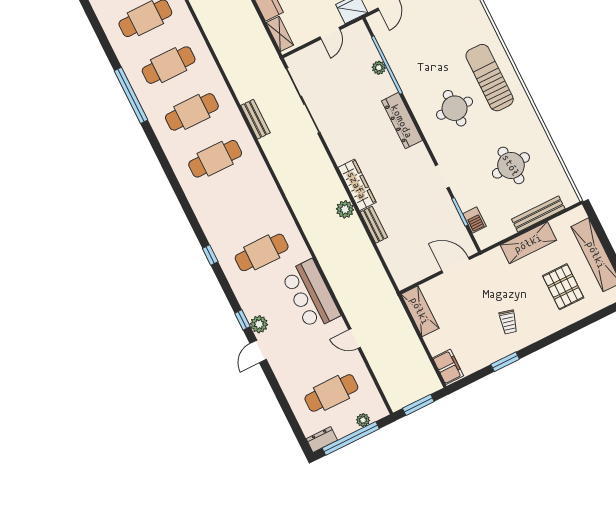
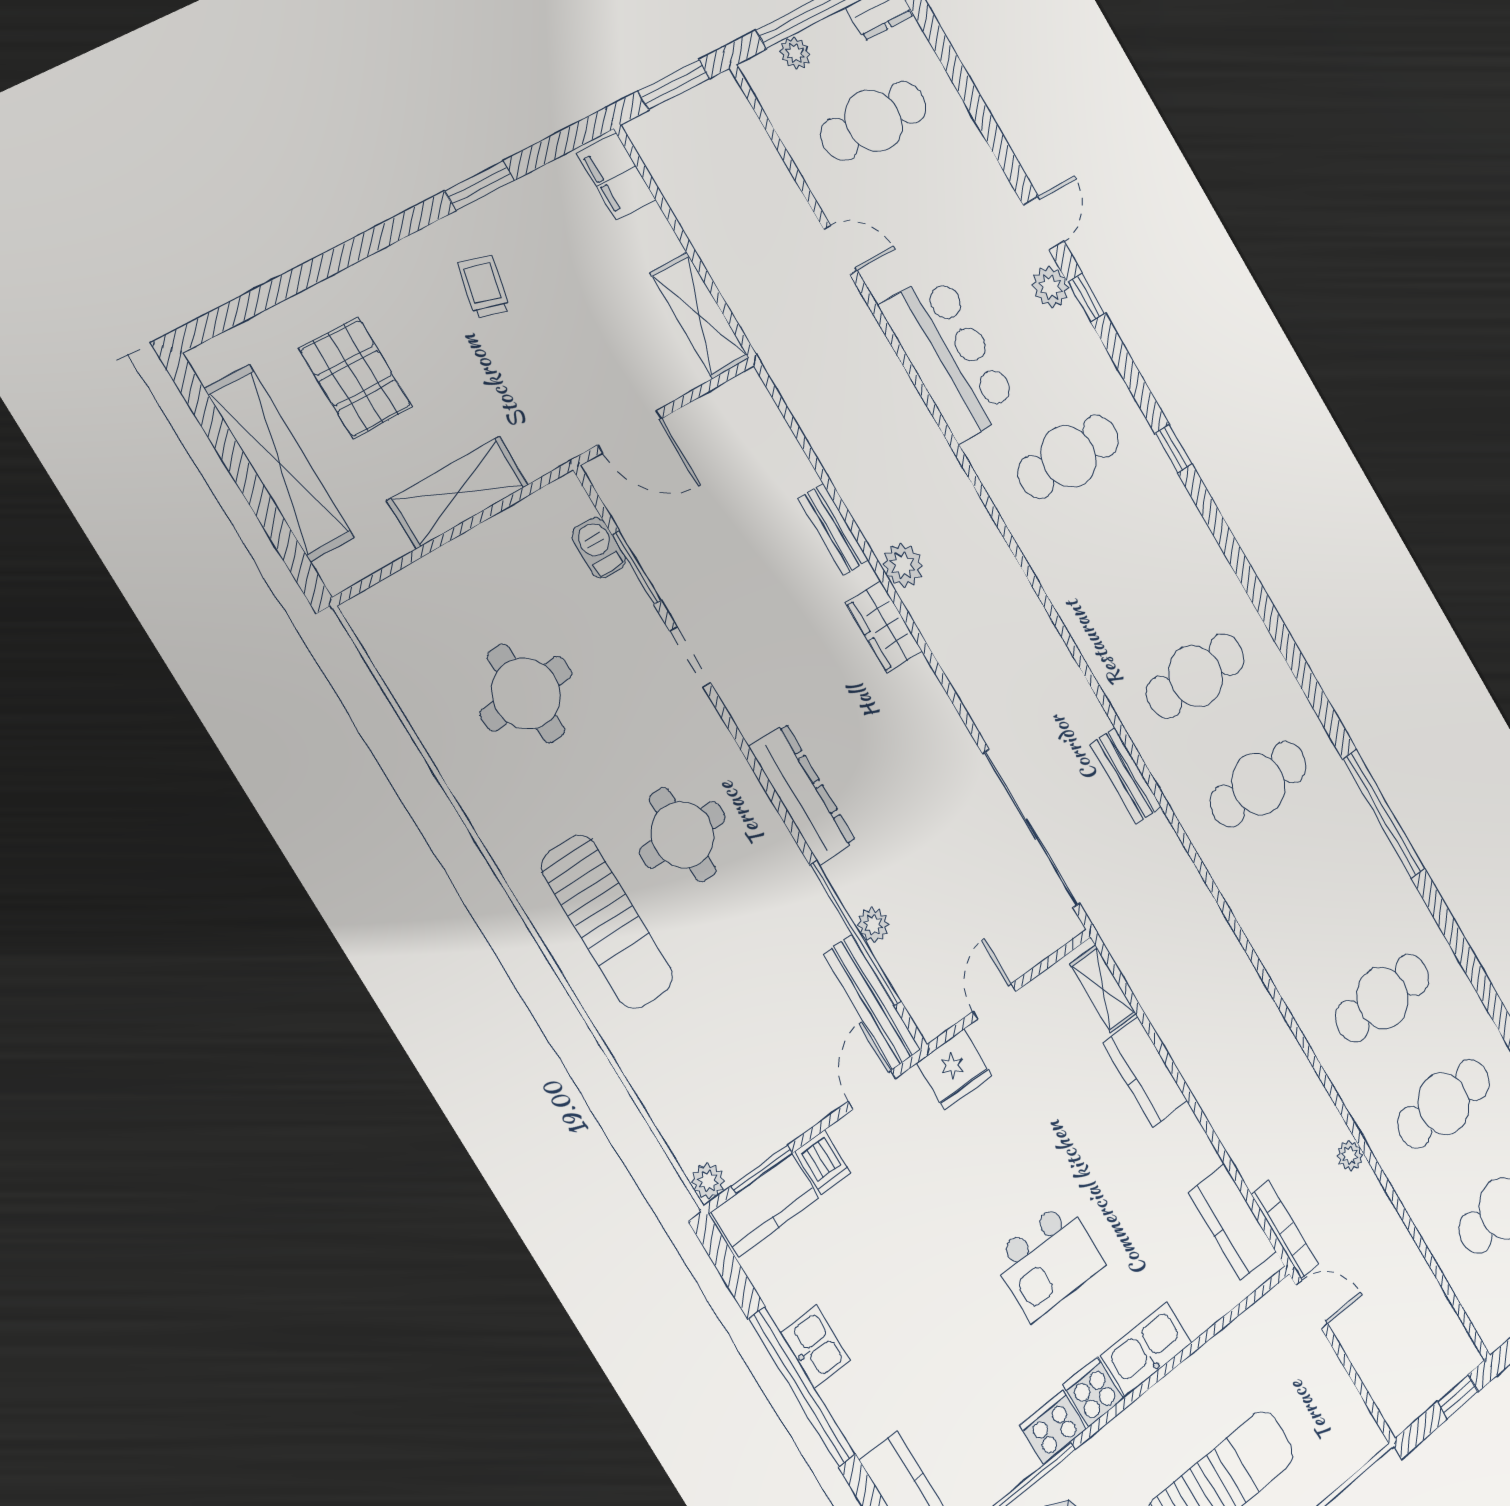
cafe table: (169, 65) -> (1321, 891), removed
wardrobe: (357, 185) -> (884, 627), width x0.67
bench: (538, 214) -> (872, 1002), moved, turned 90

